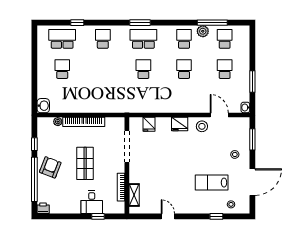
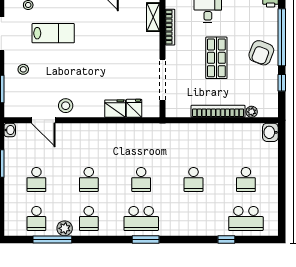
school desk: (103, 39) -> (194, 179), moved
fridge: (180, 124) -> (115, 109), moved

